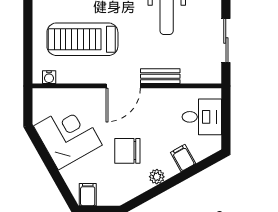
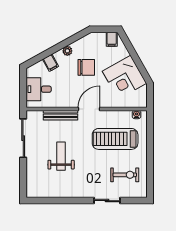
treadmill: (82, 39) -> (115, 139), turned 180
sliding door: (226, 41) -> (23, 138), width x1.37
bench: (160, 76) -> (61, 115), width x1.36

